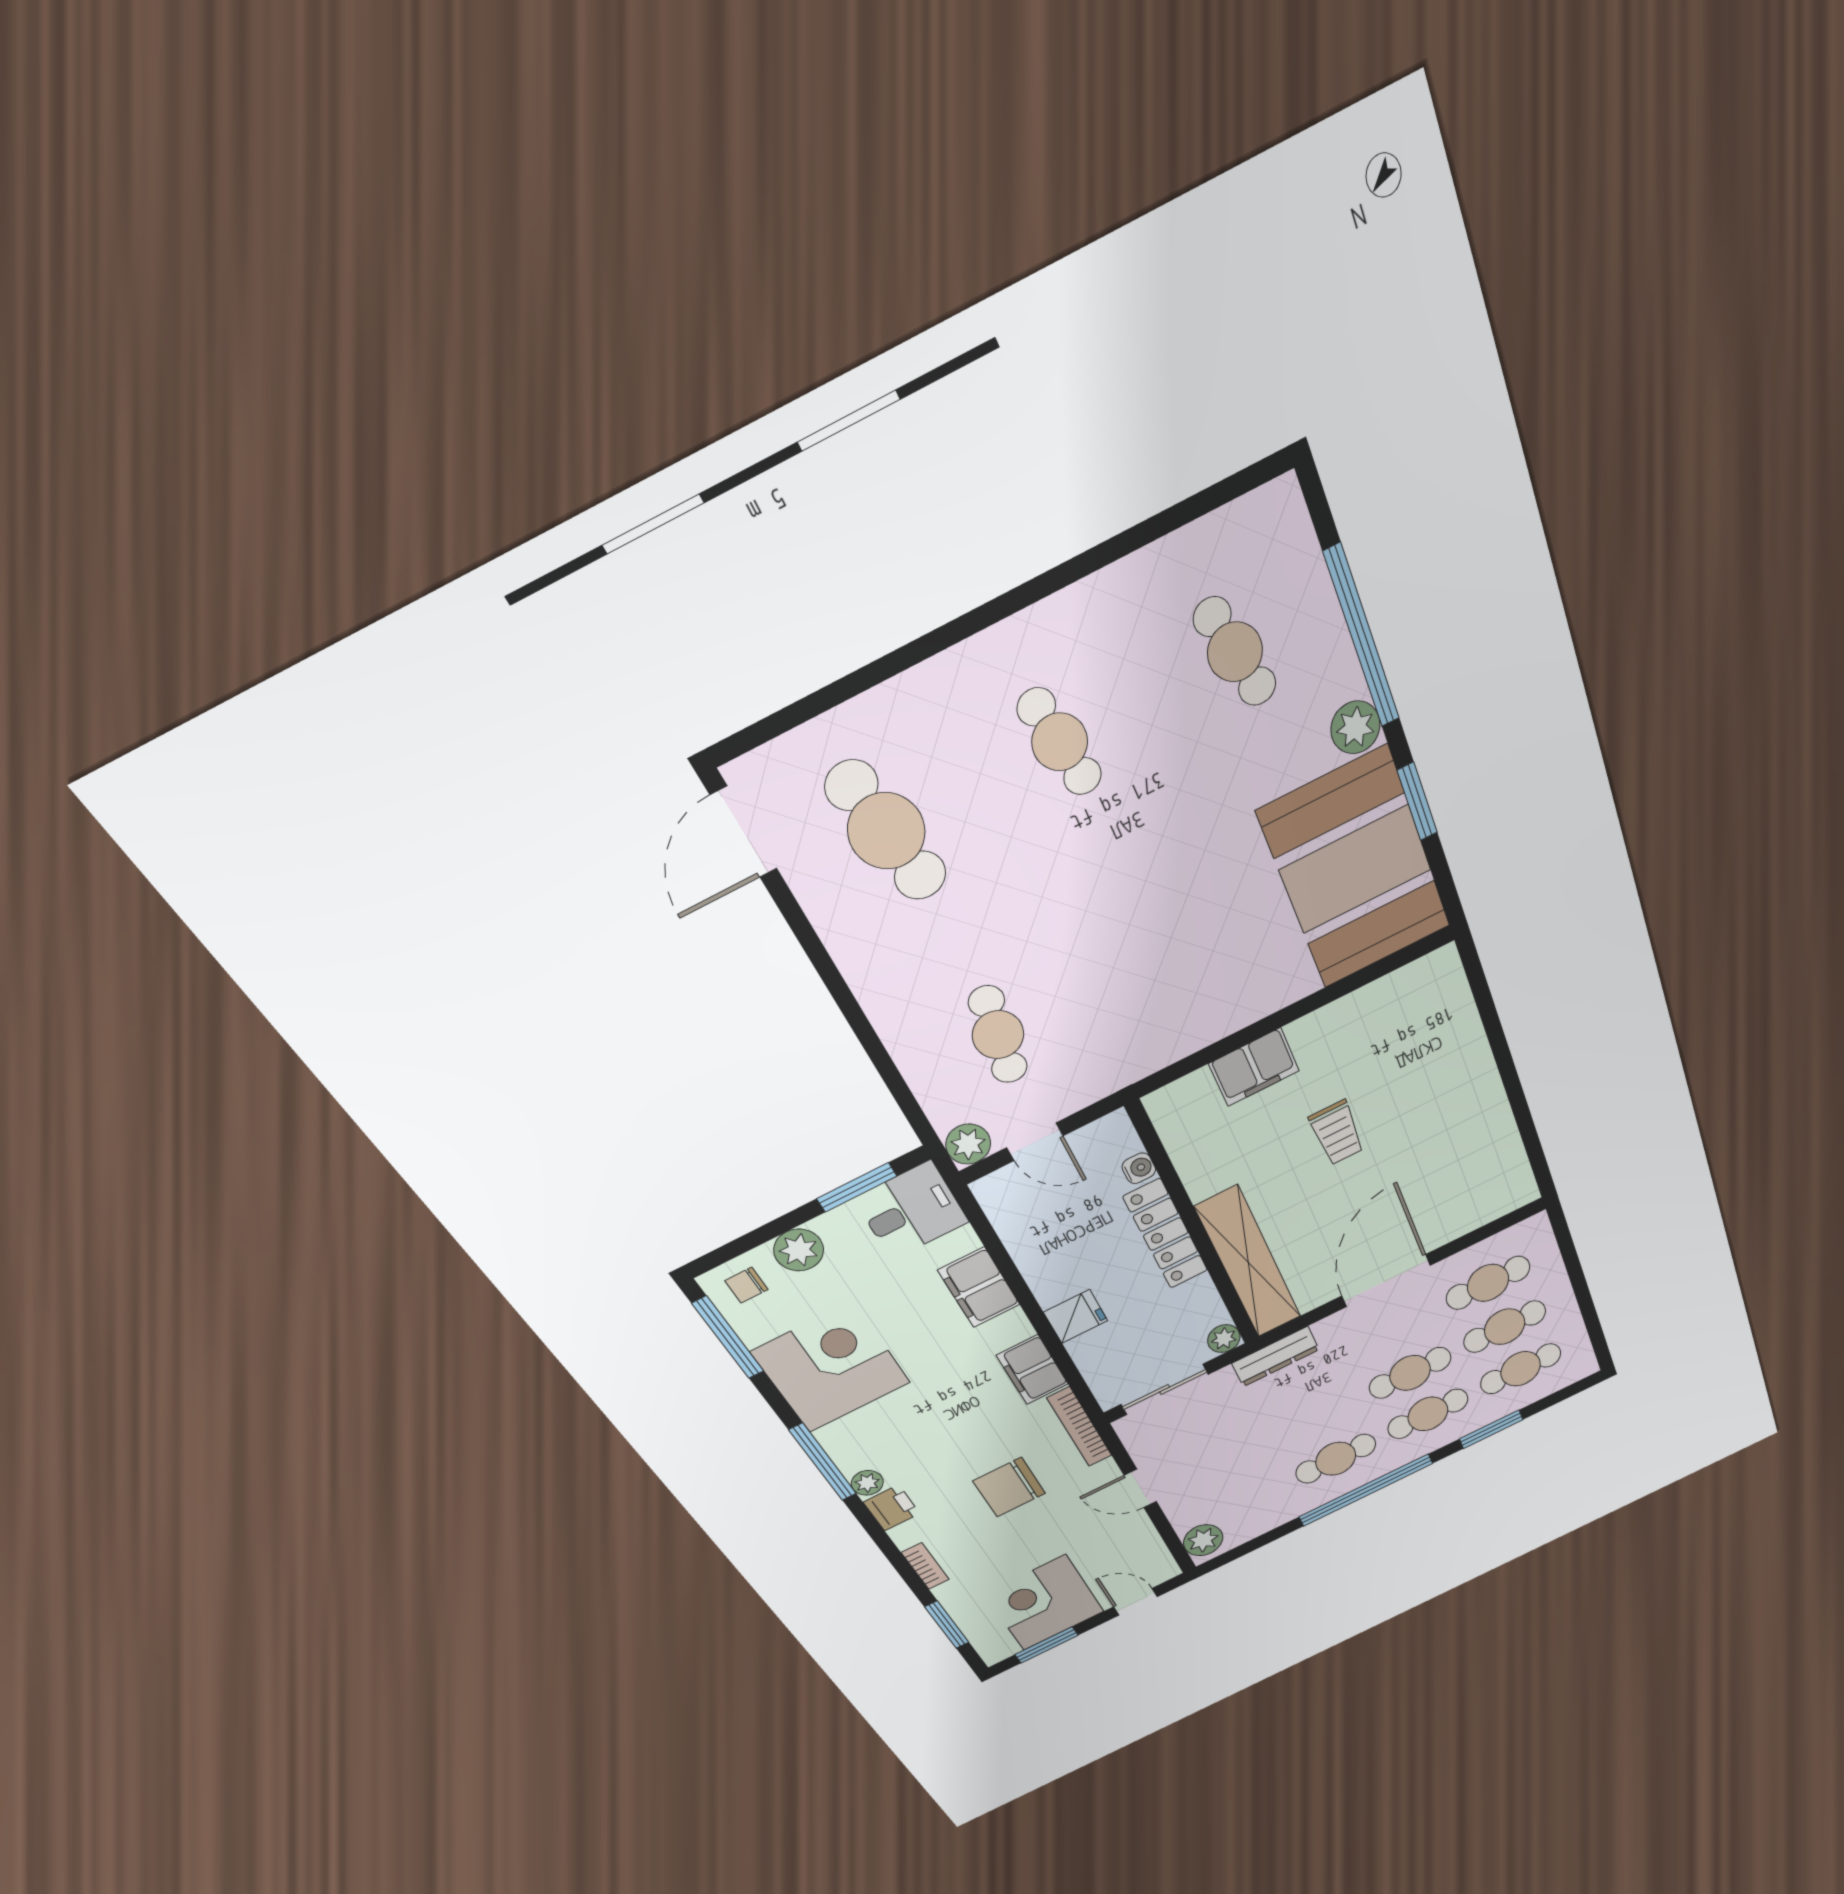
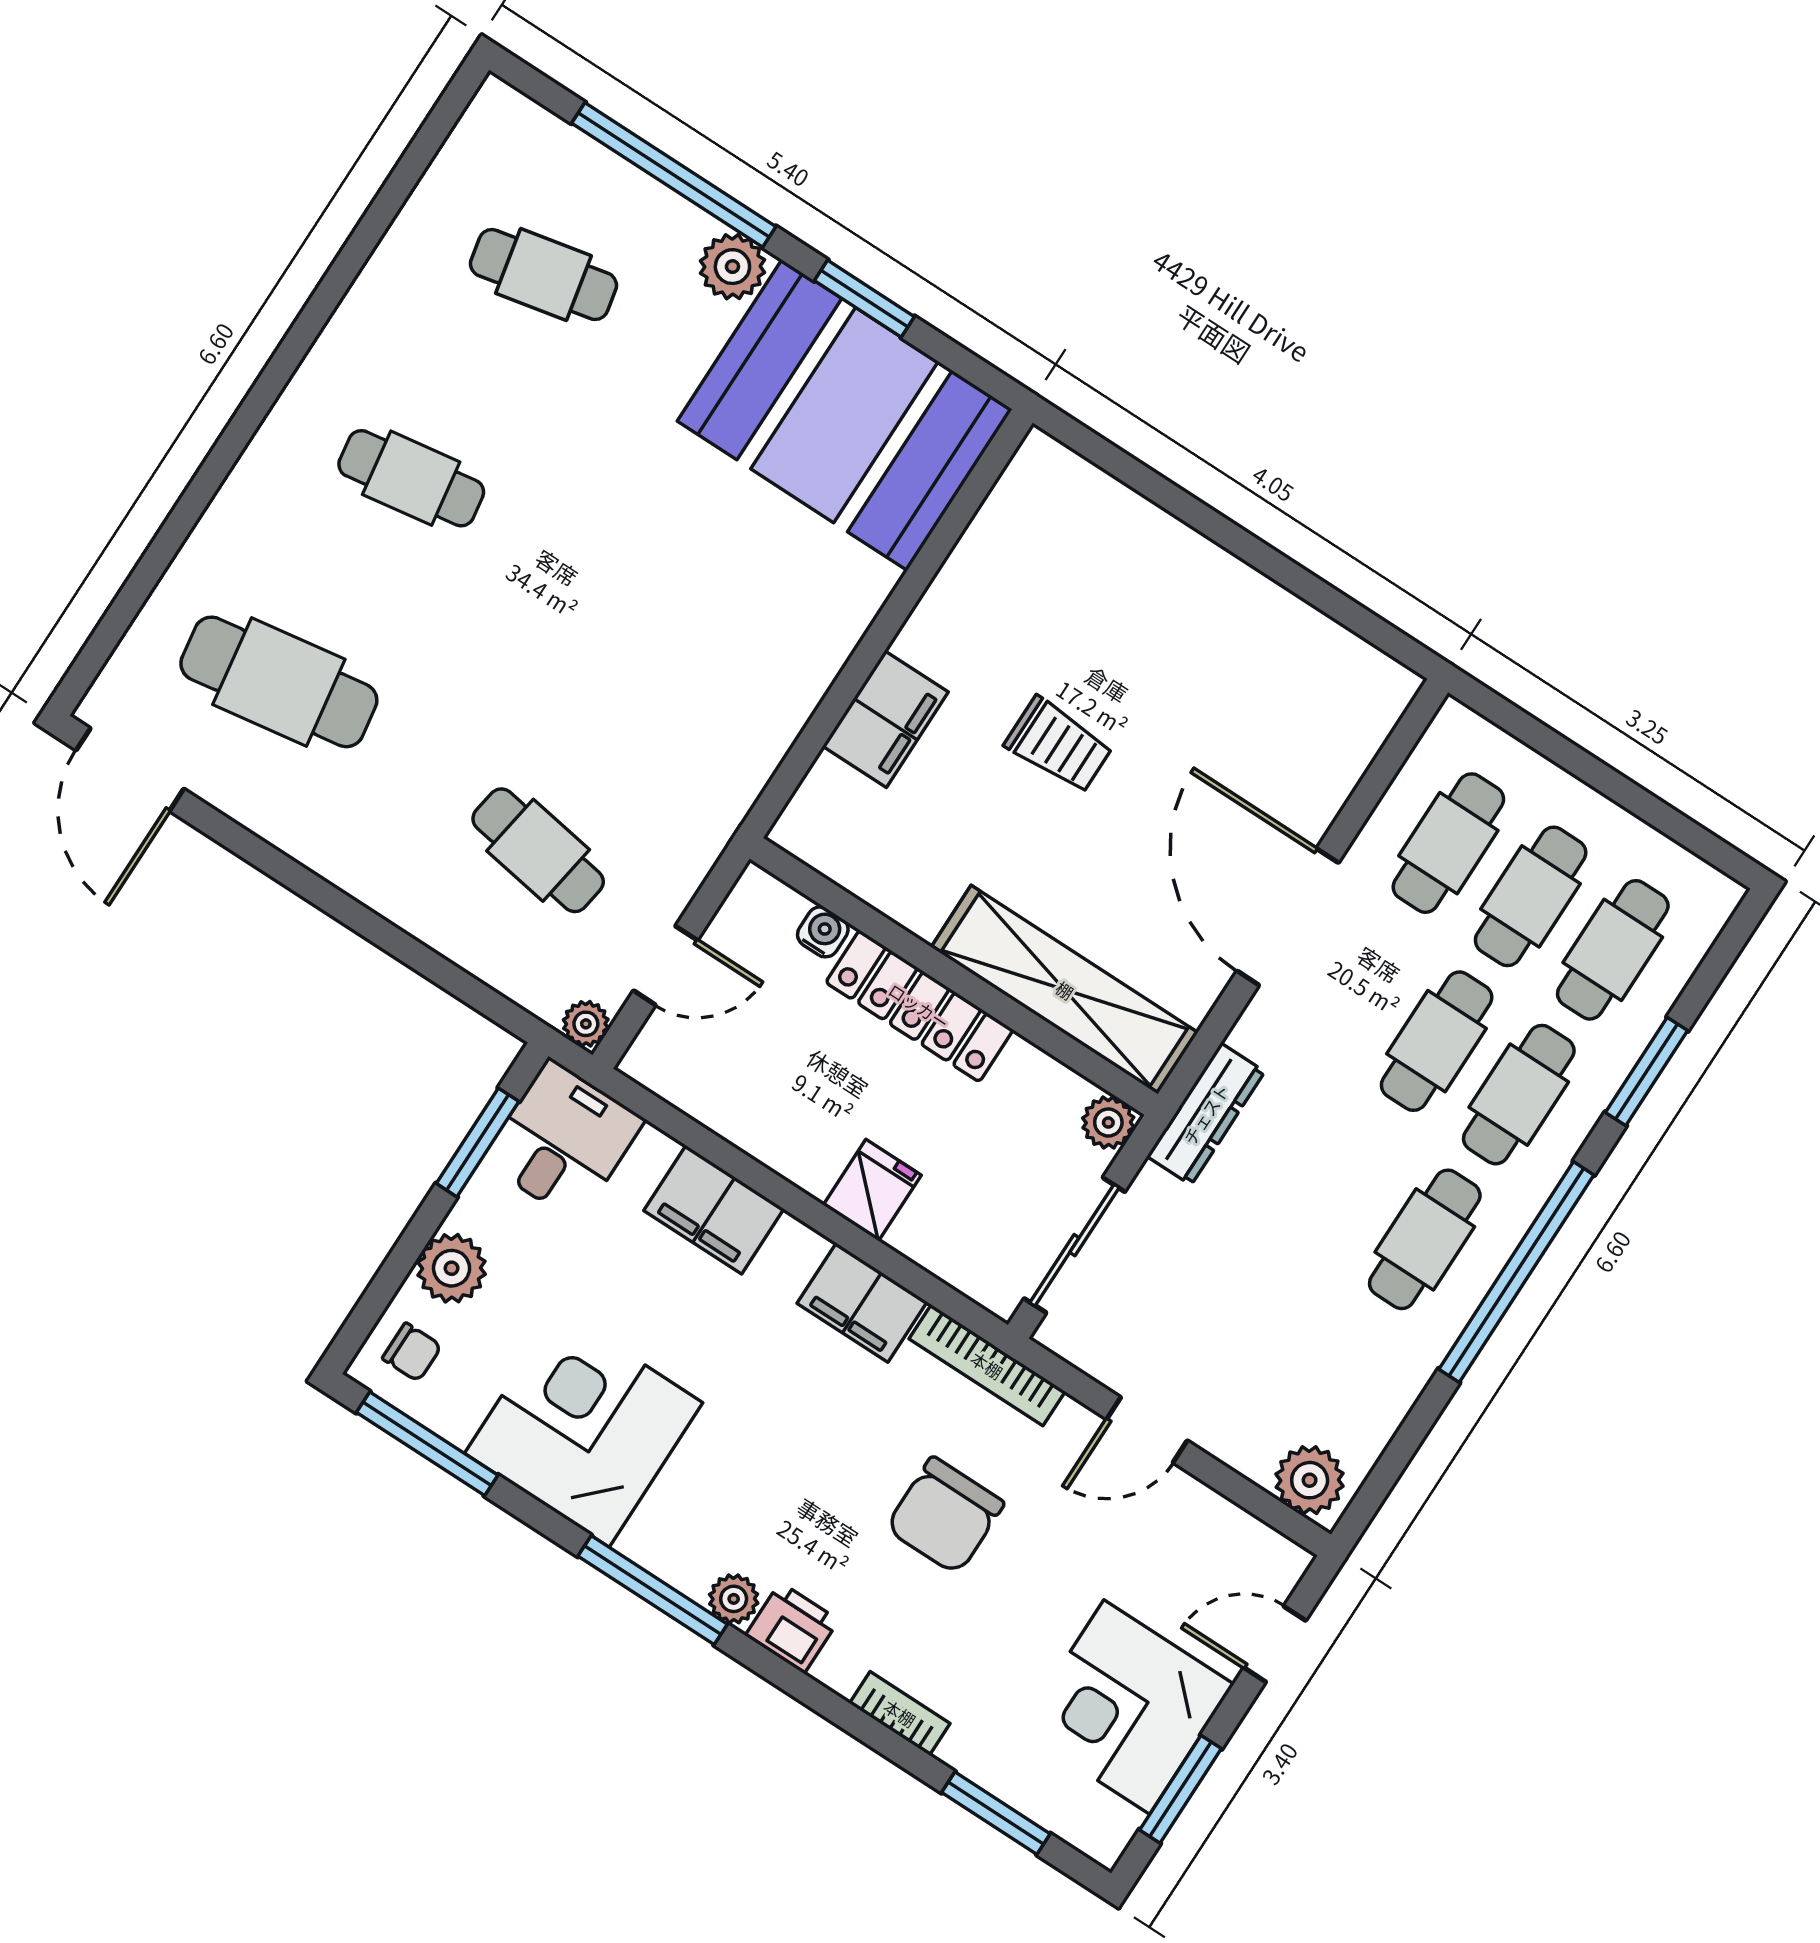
plant: (968, 1144) -> (586, 1024), width x0.73, depth x0.73
chair: (746, 1285) -> (412, 1352), turned -90

